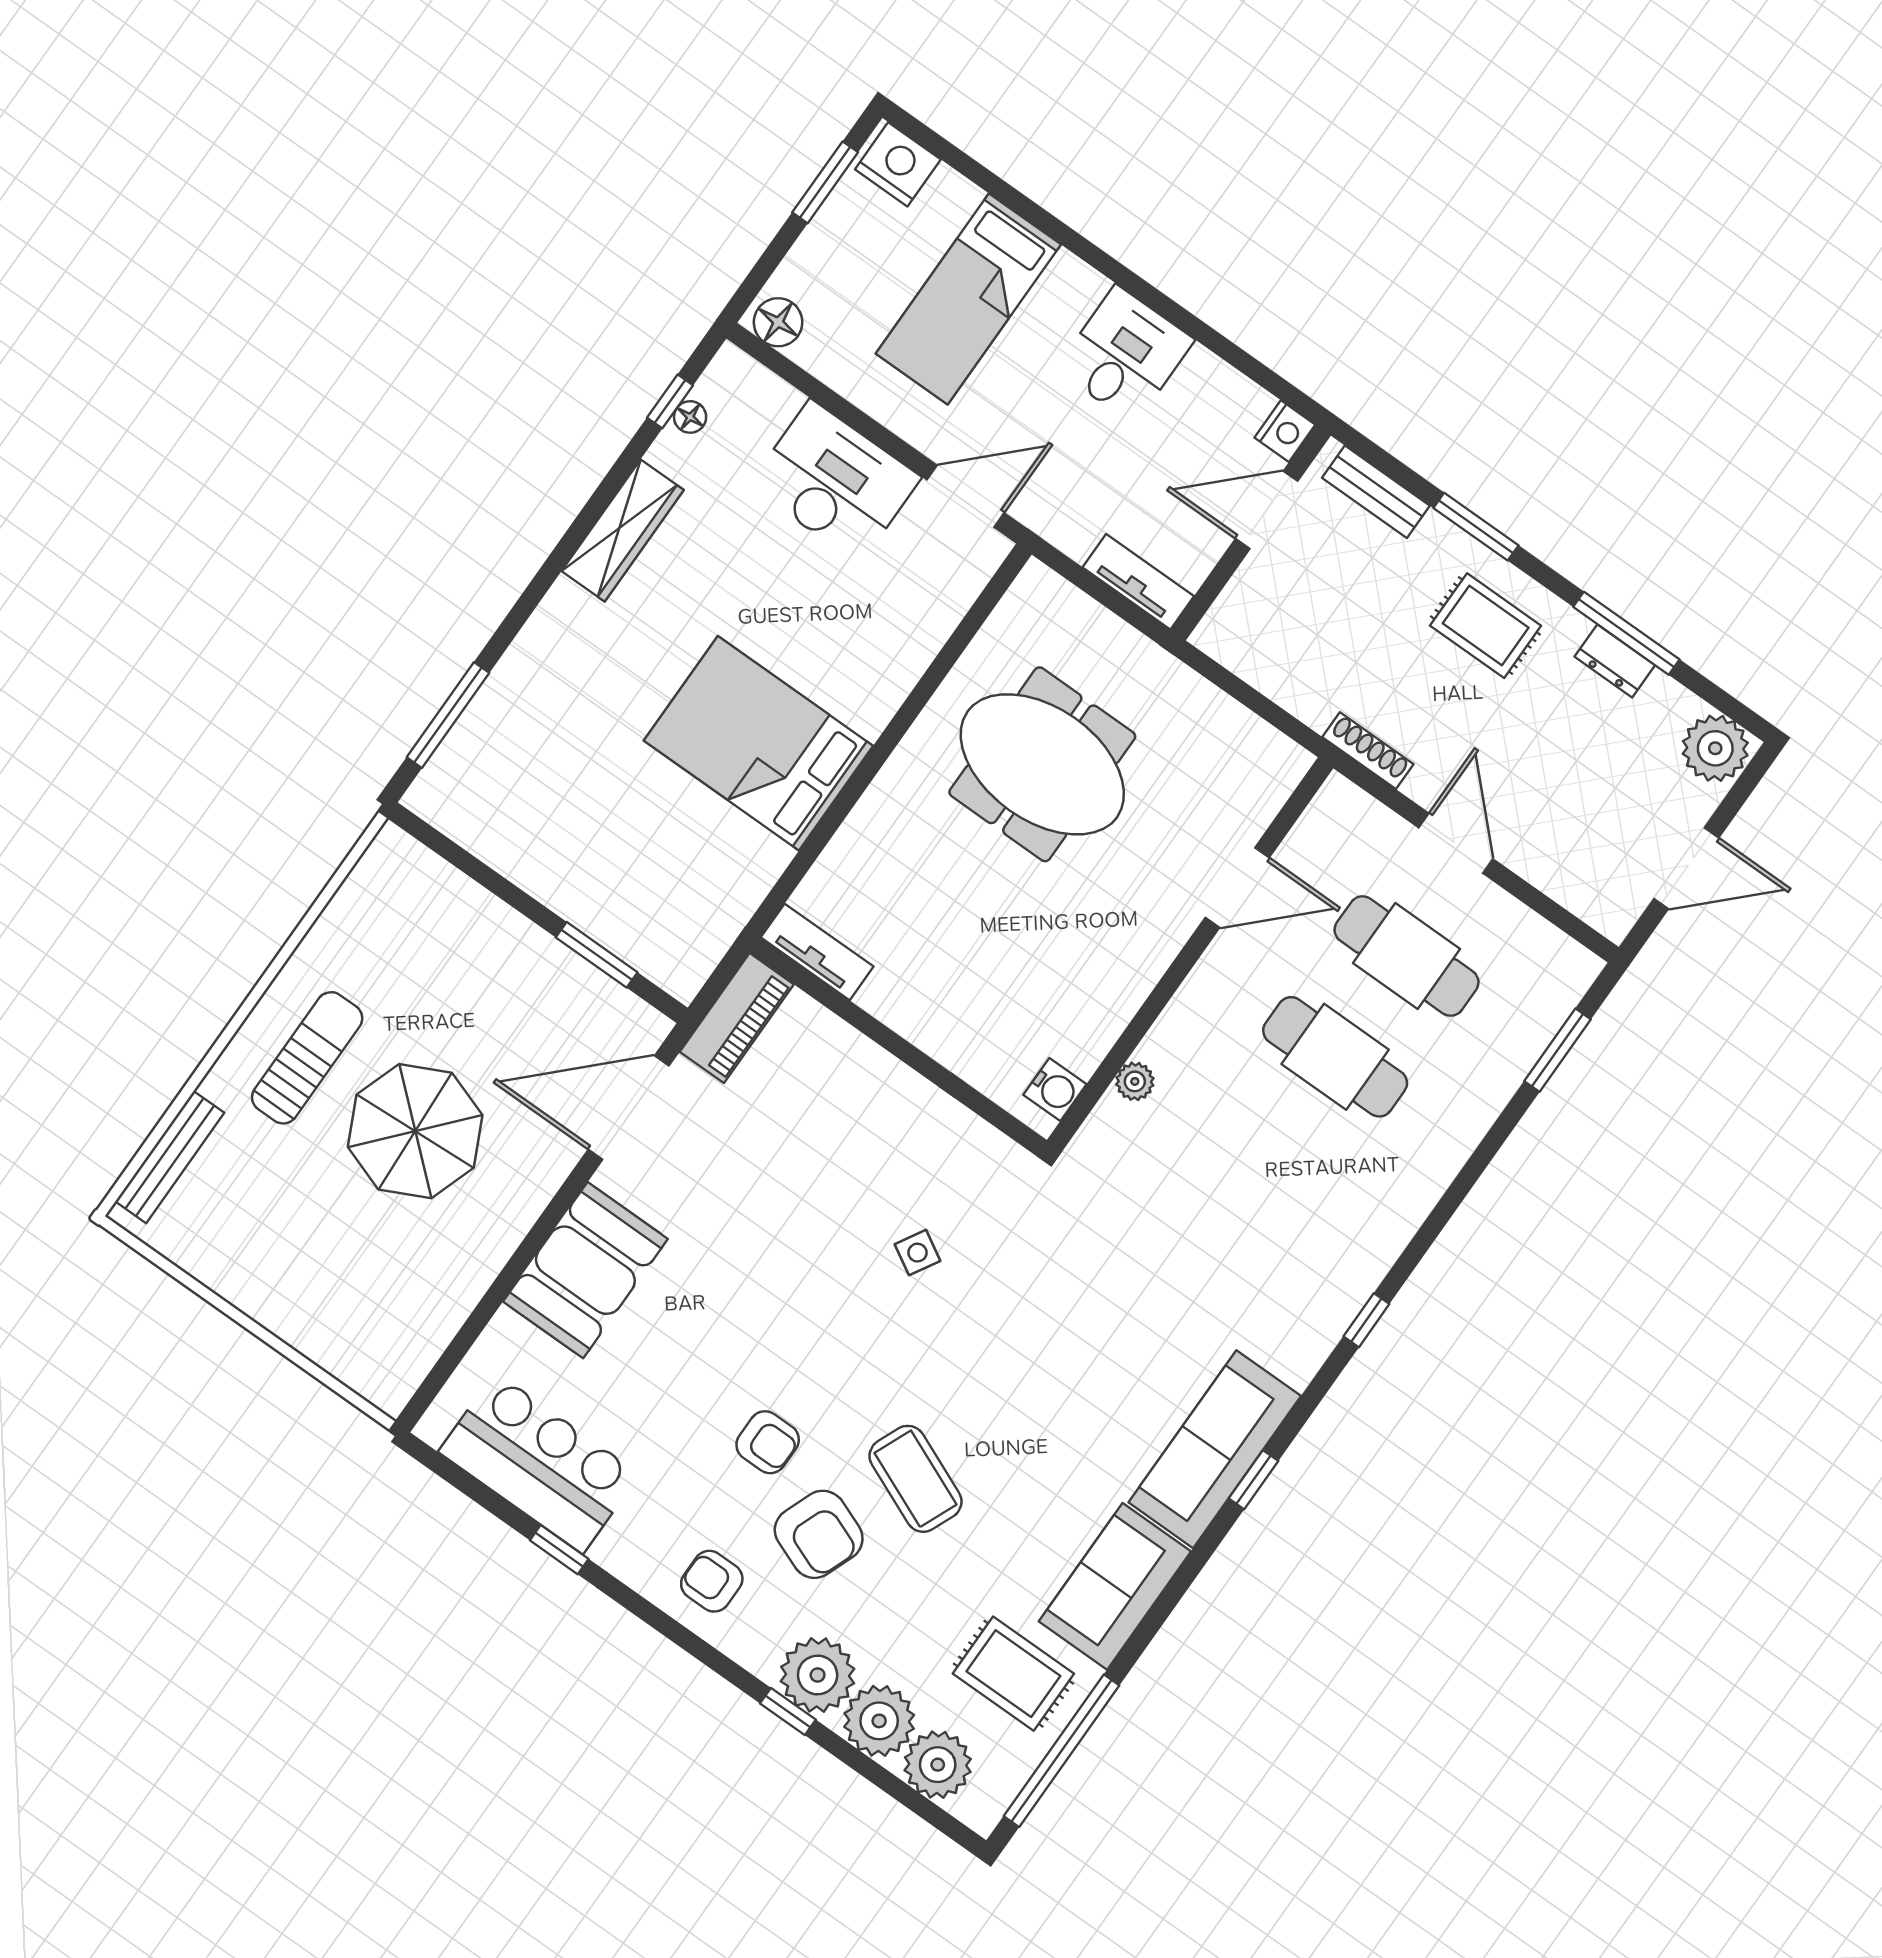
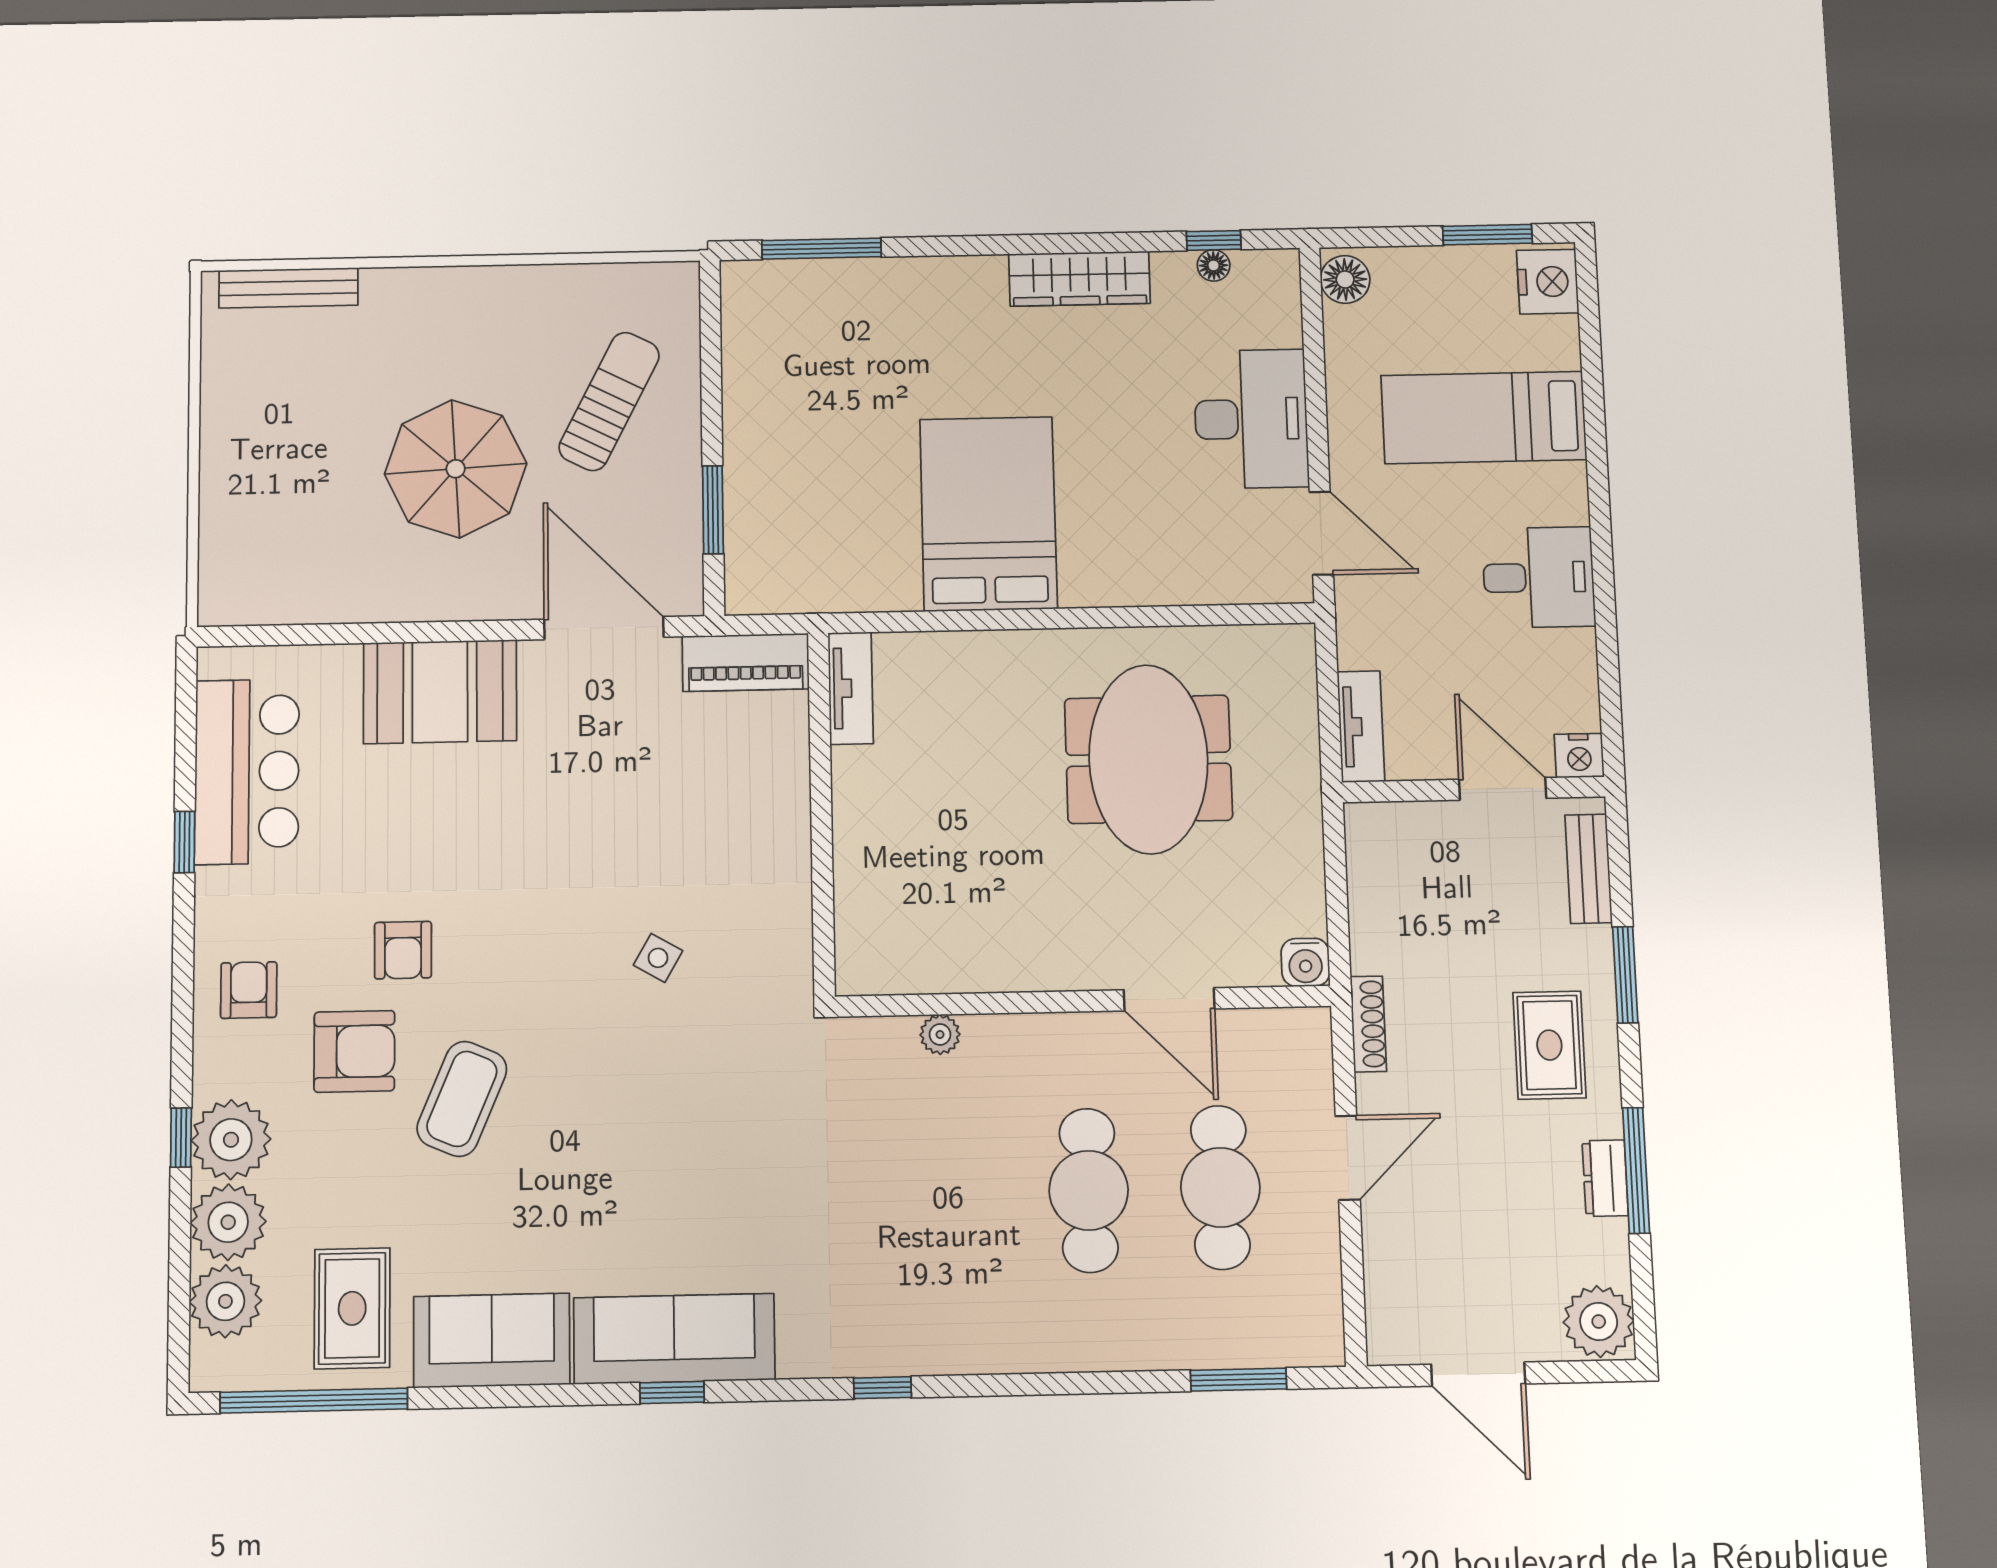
sun lounger: (307, 1058) -> (609, 401), moved, turned -63
water cooler: (1055, 1089) -> (1305, 962), moved
armchair: (819, 1534) -> (354, 1051), turned -111

